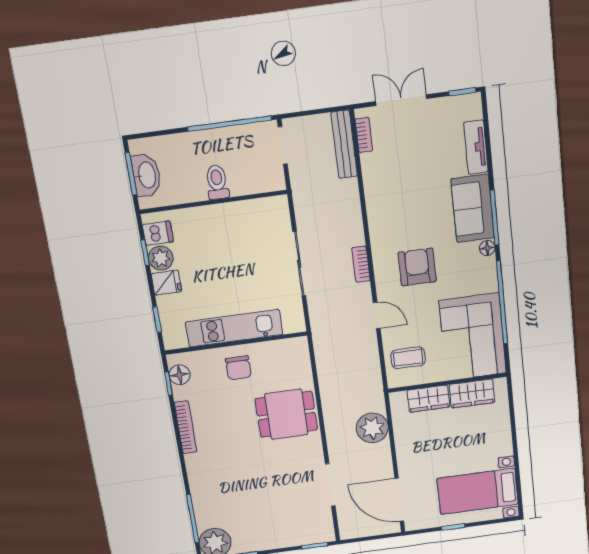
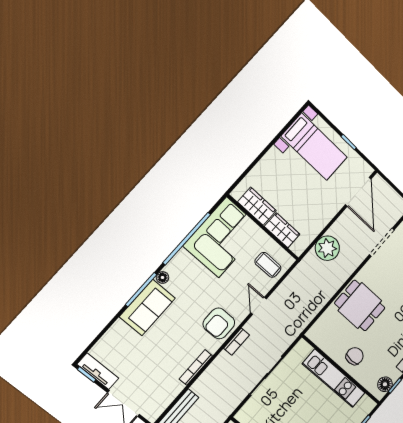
bookcase: (364, 135) -> (196, 367), moved, width x1.56
tv unit: (476, 147) -> (98, 371), moved, turned -90
armchair: (417, 267) -> (219, 323), moved

